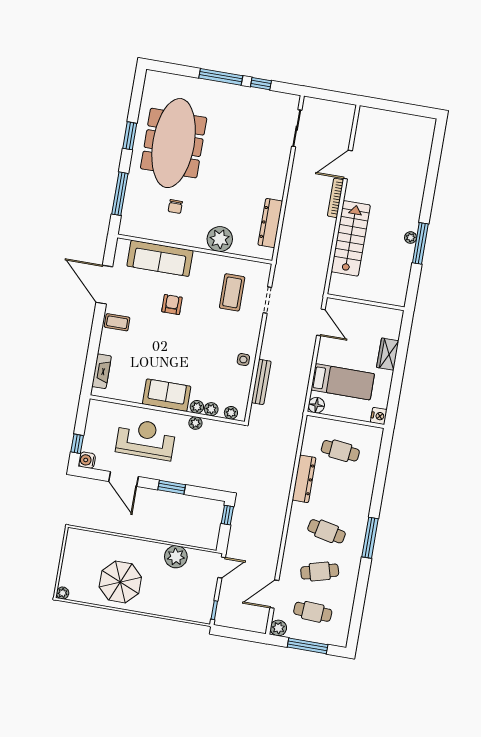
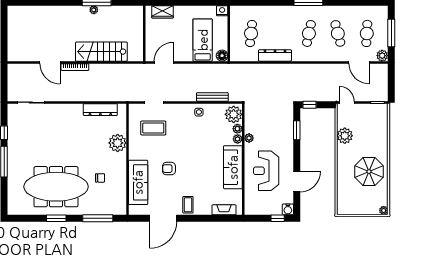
wardrobe: (388, 354) -> (163, 12), moved
sofa: (167, 395) -> (233, 167), width x1.36
plant: (231, 413) -> (234, 114), width x1.87, depth x1.87
window: (172, 487) -> (297, 130), moved

